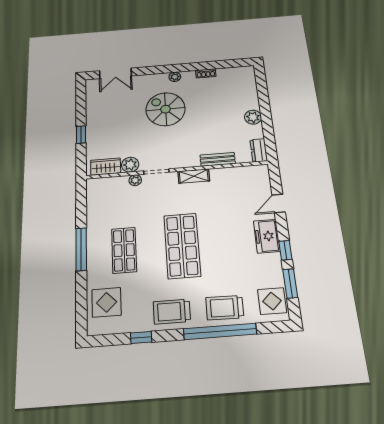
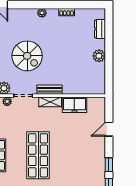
spiral stairs: (165, 109) -> (27, 56), moved, turned 180
dresser: (259, 150) -> (100, 29), moved
bench: (218, 159) -> (49, 90), moved
freezer: (267, 236) -> (74, 105), moved, turned -90

